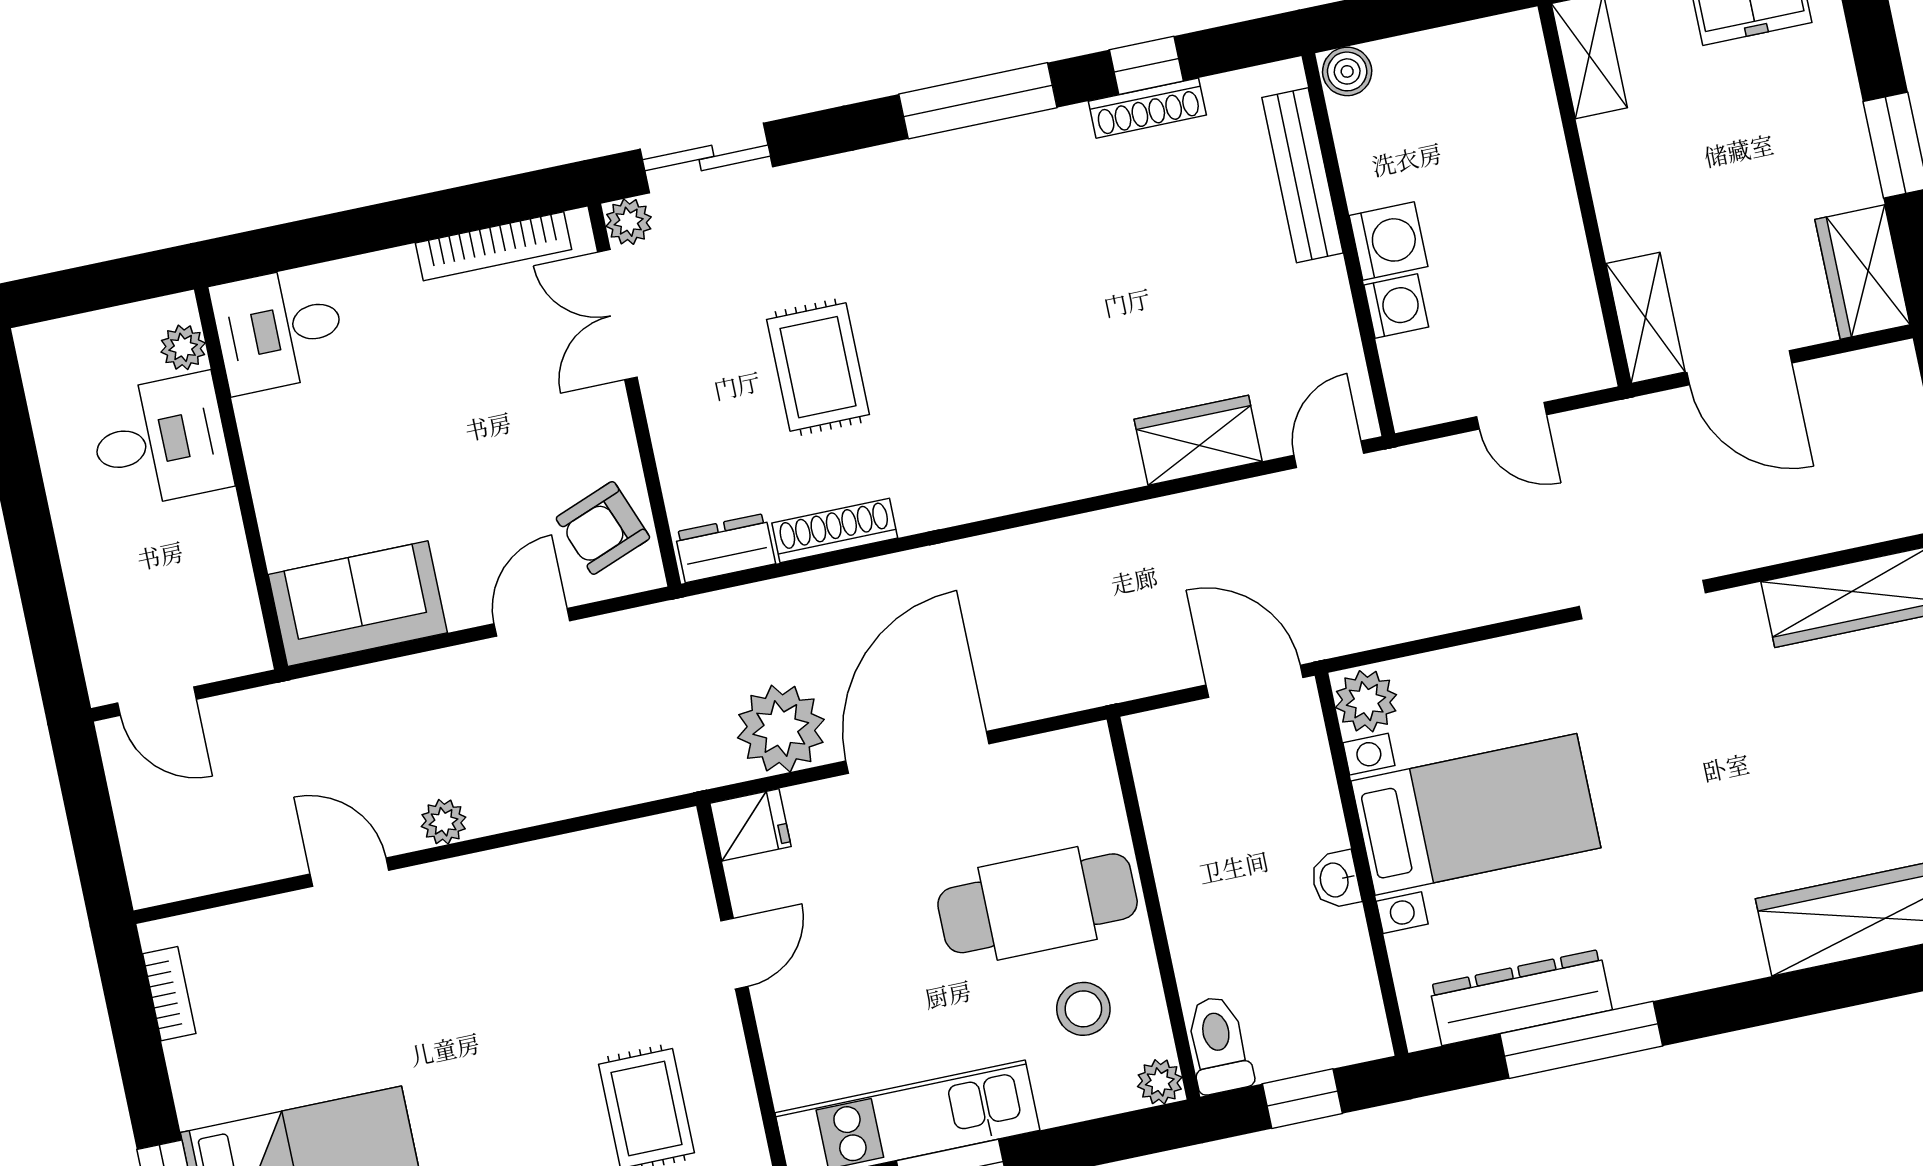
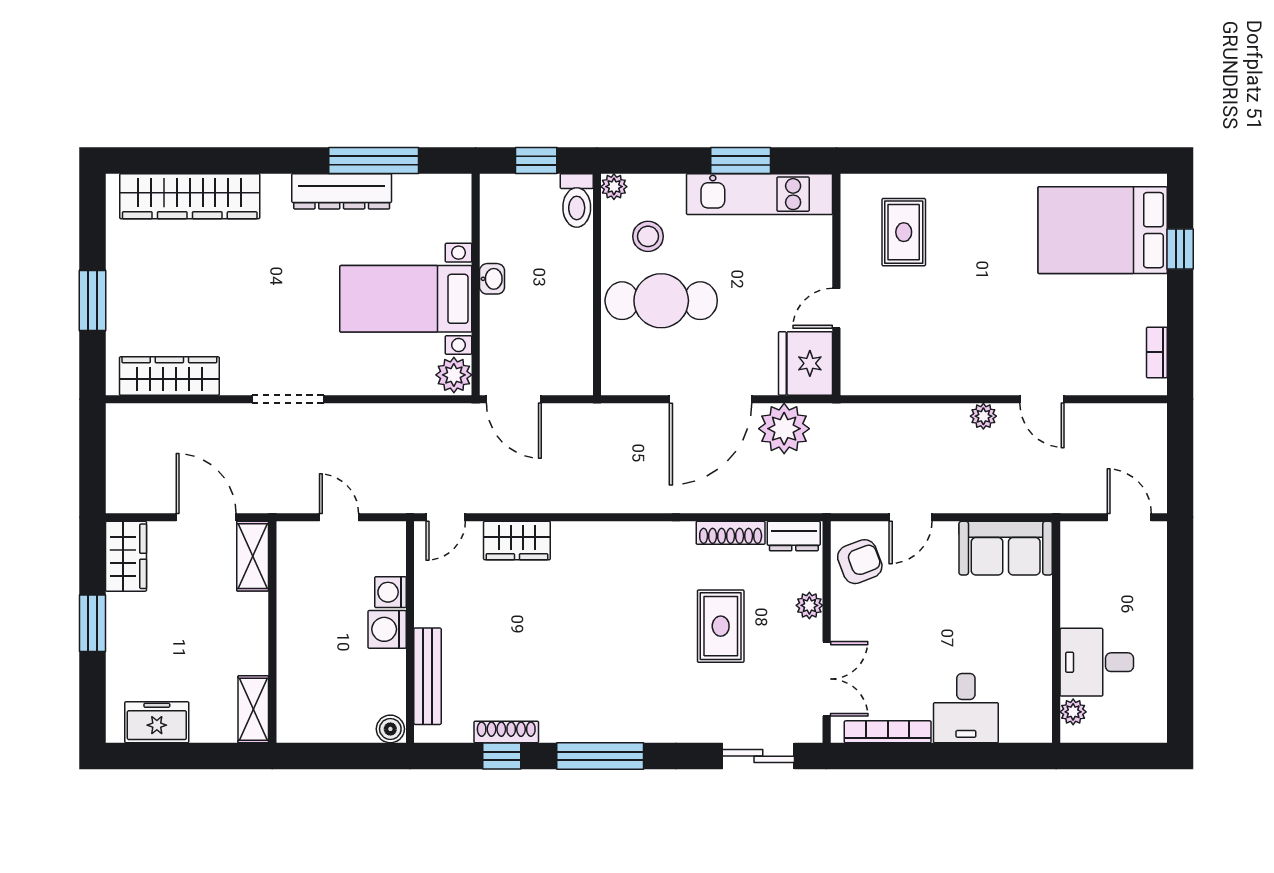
plant: (629, 222) -> (809, 605), moved
desk: (279, 329) -> (966, 708), moved, turned 90
fridge: (750, 825) -> (806, 363), width x1.88, depth x1.34
dresser: (1521, 997) -> (342, 191), moved

